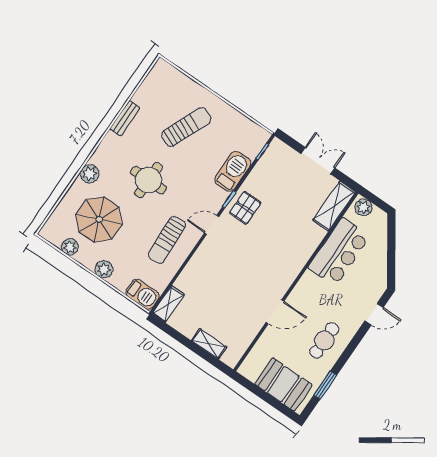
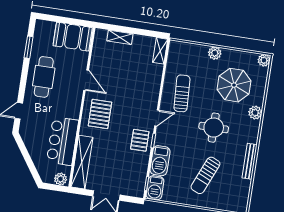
bench: (125, 118) -> (250, 161), width x1.36
shelving: (334, 206) -> (82, 162), width x1.47
plant: (70, 247) -> (264, 60), moved
pallet: (278, 263) -> (100, 114), added
barbecue: (142, 294) -> (155, 188), moved, turned -90
door: (275, 312) -> (86, 80), swing flipped
cafe table: (324, 340) -> (44, 77), width x1.37, depth x1.35
booth: (283, 384) -> (73, 37), moved

